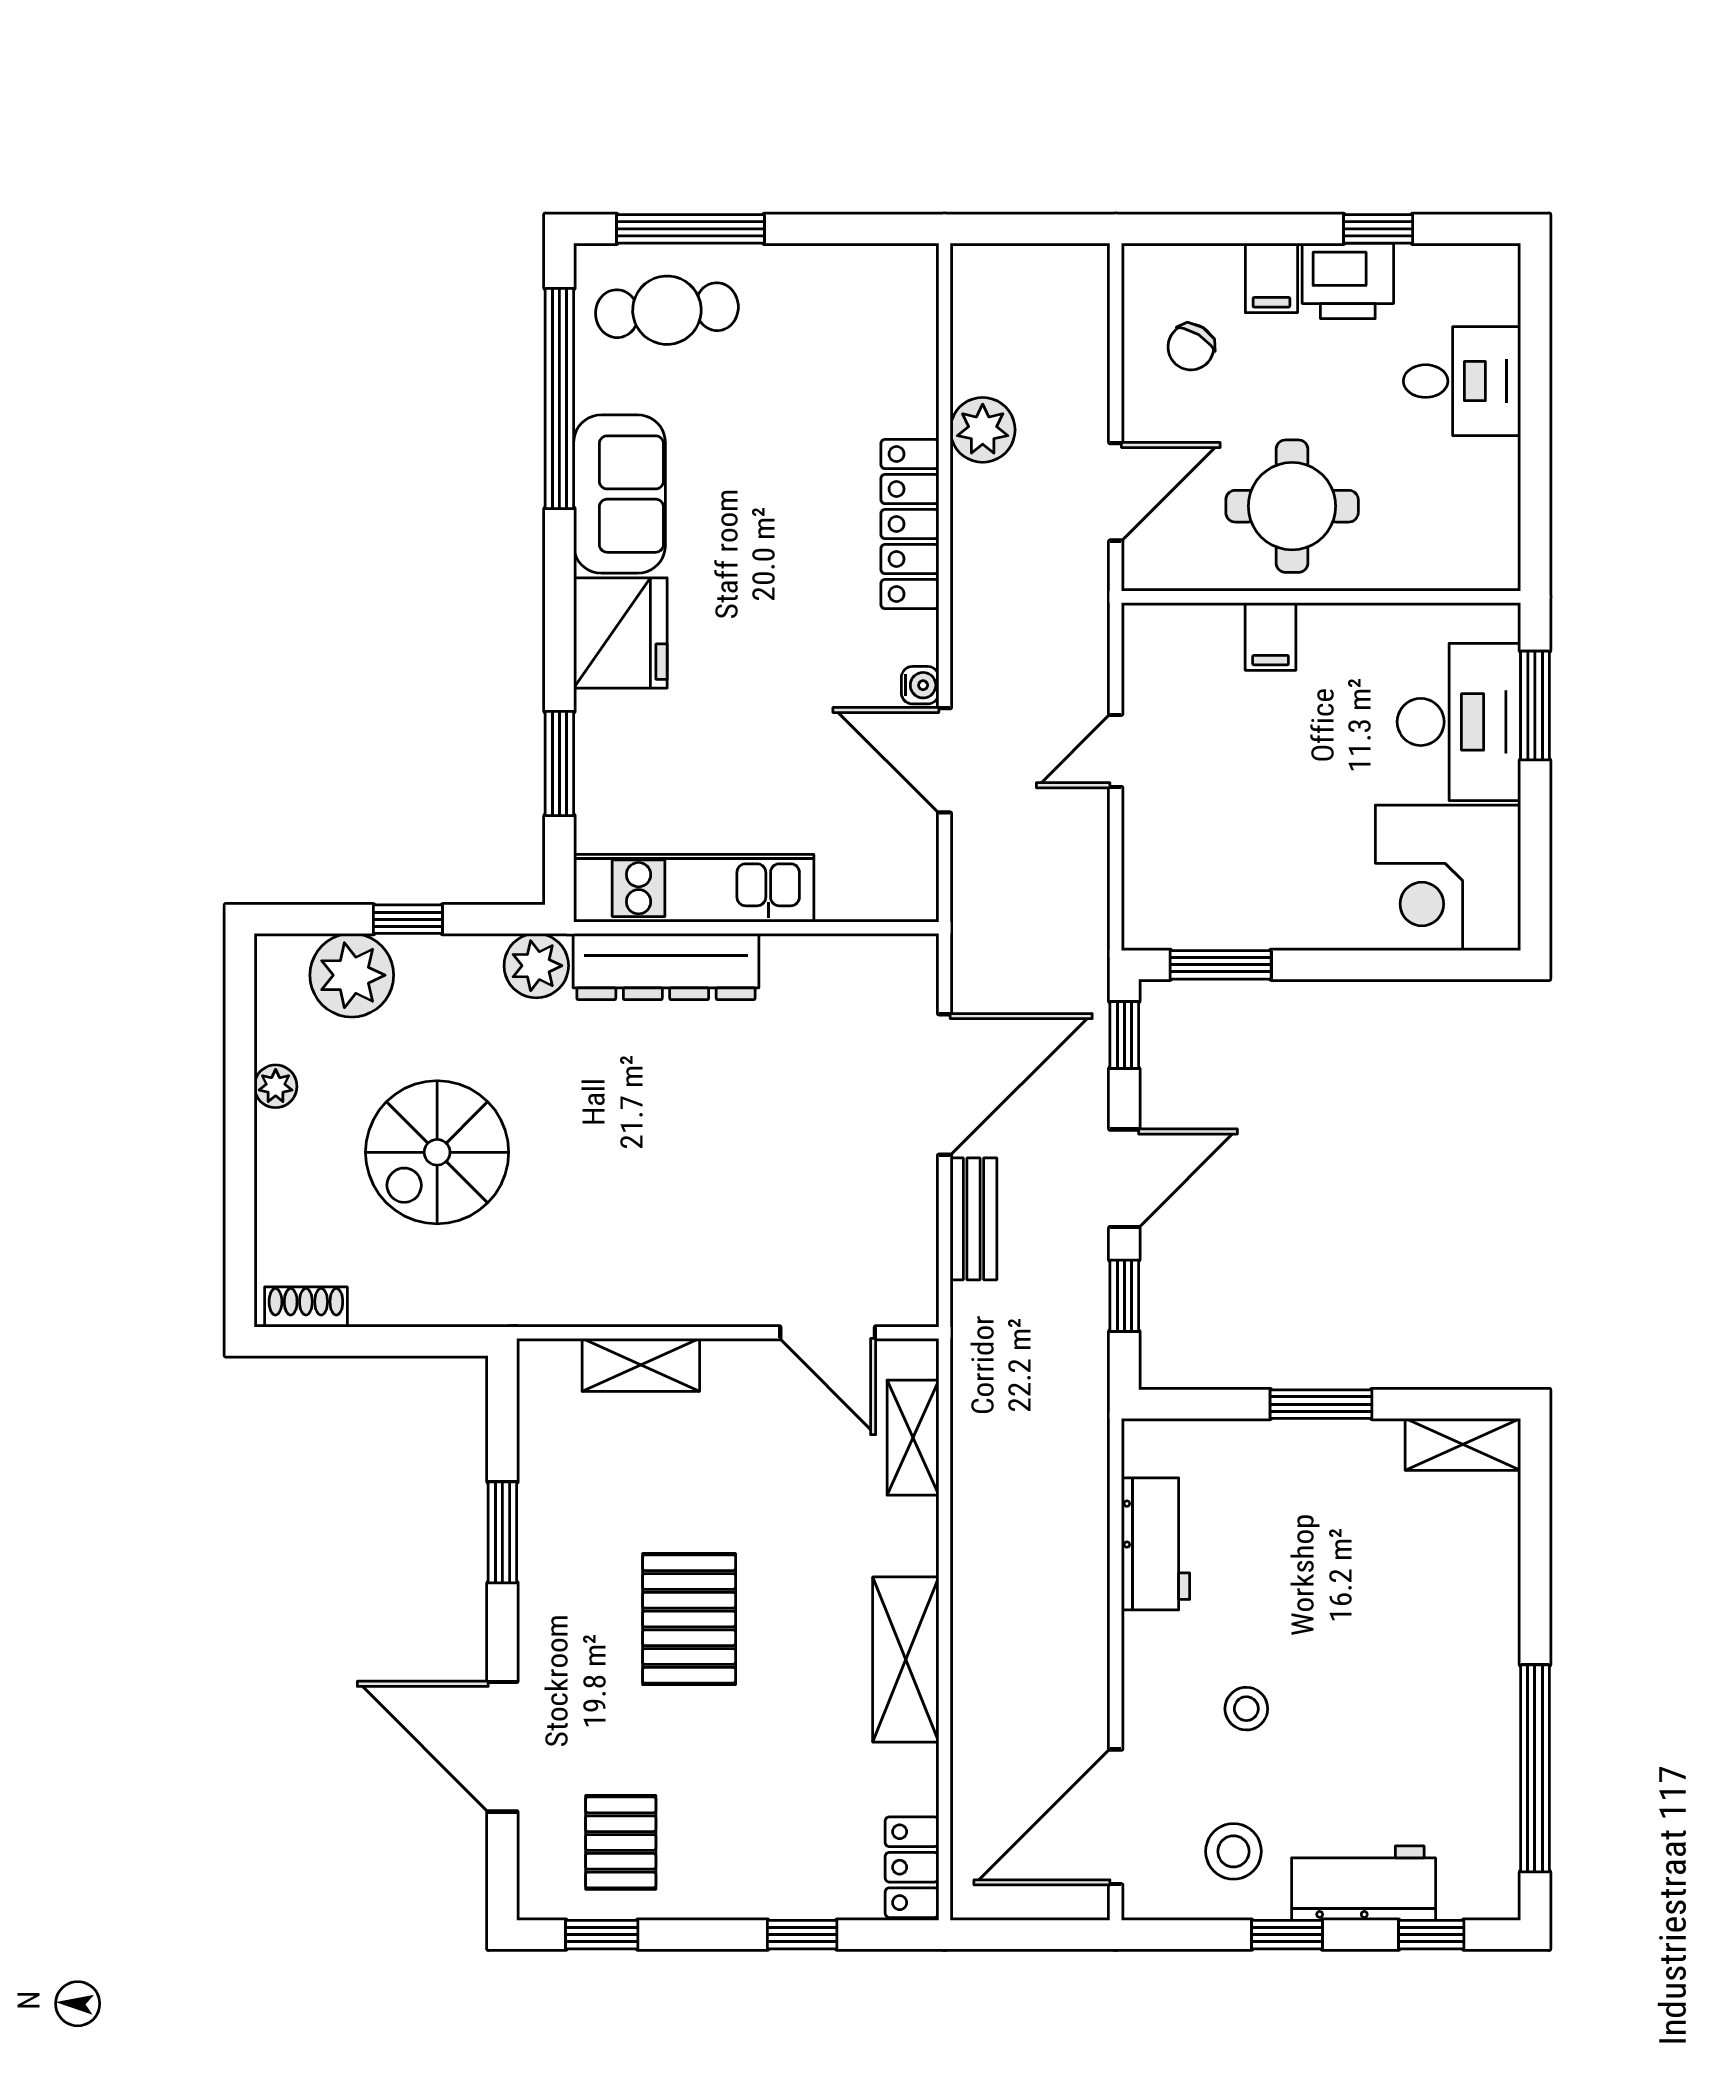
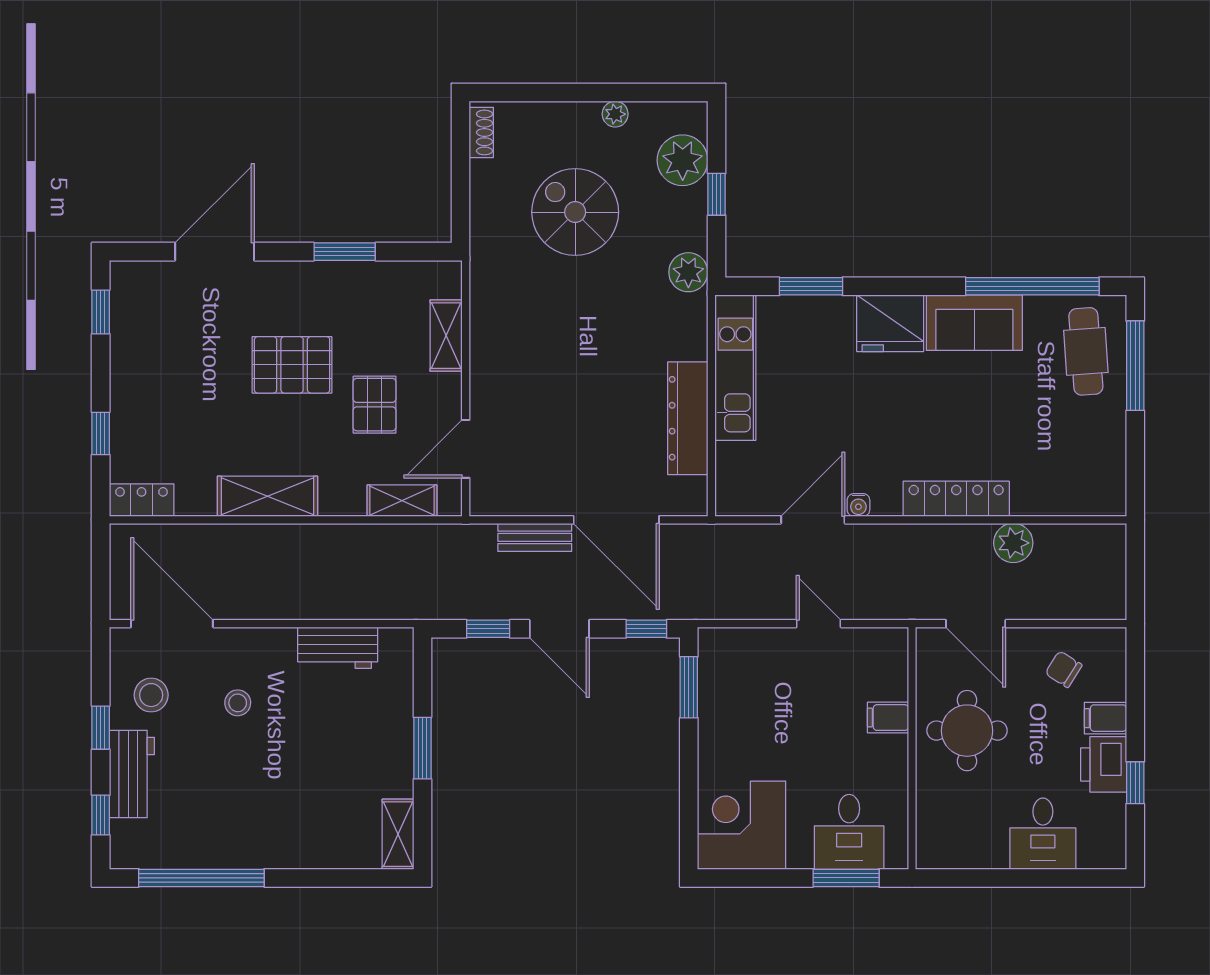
desk: (1459, 722) -> (849, 832), width x0.73
dresser: (666, 967) -> (688, 418), moved
pallet: (621, 1842) -> (375, 405), moved, turned 90

